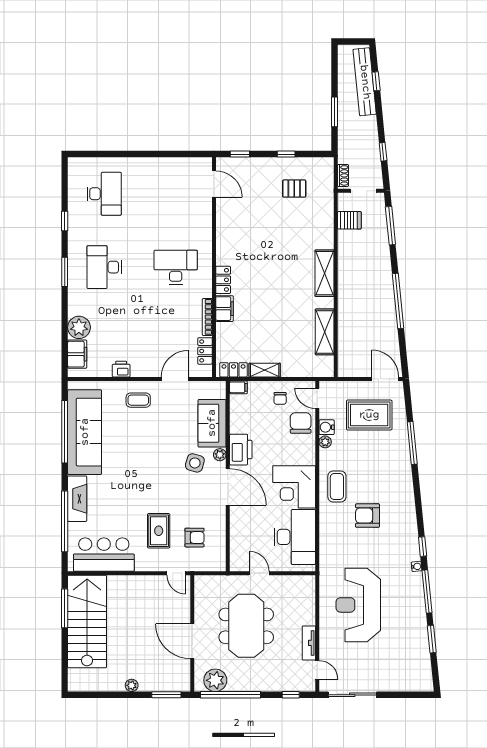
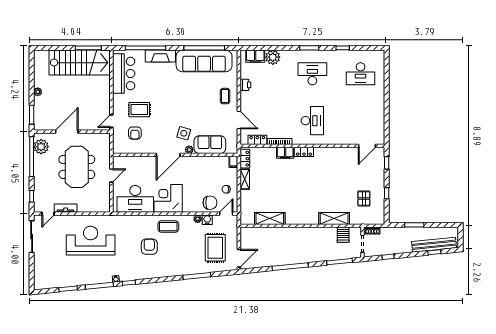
shelving: (325, 273) -> (334, 218), moved
printer: (241, 450) -> (193, 163), removed
meeting table: (246, 626) -> (77, 167), turned 90

